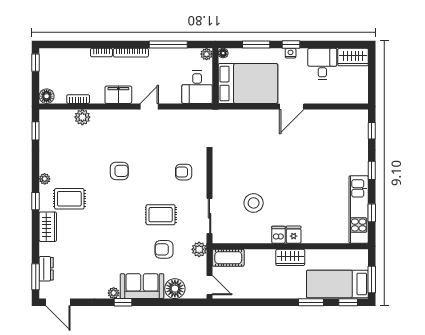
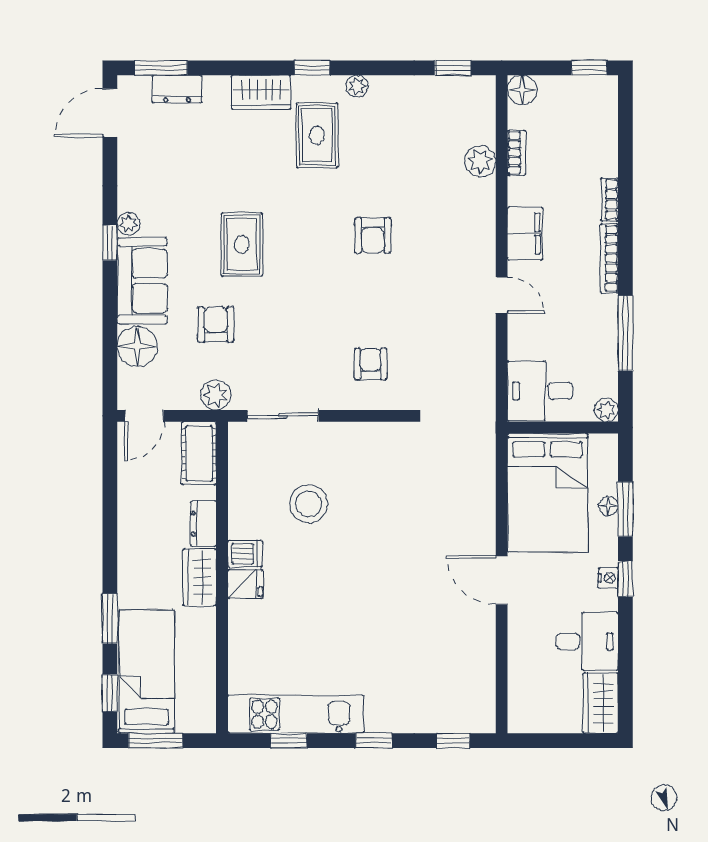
floor lamp: (223, 53) -> (608, 506), moved
rug: (161, 215) -> (242, 244), moved
dresser: (263, 256) -> (203, 524), added

